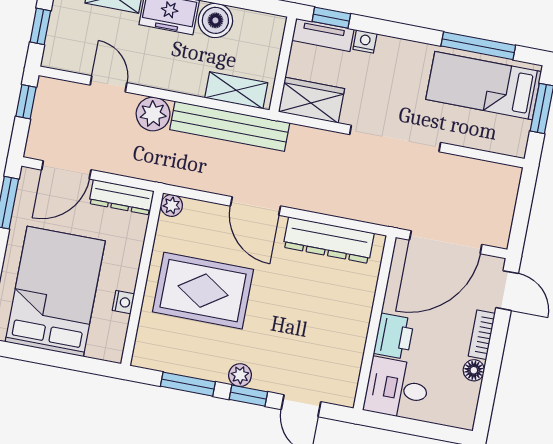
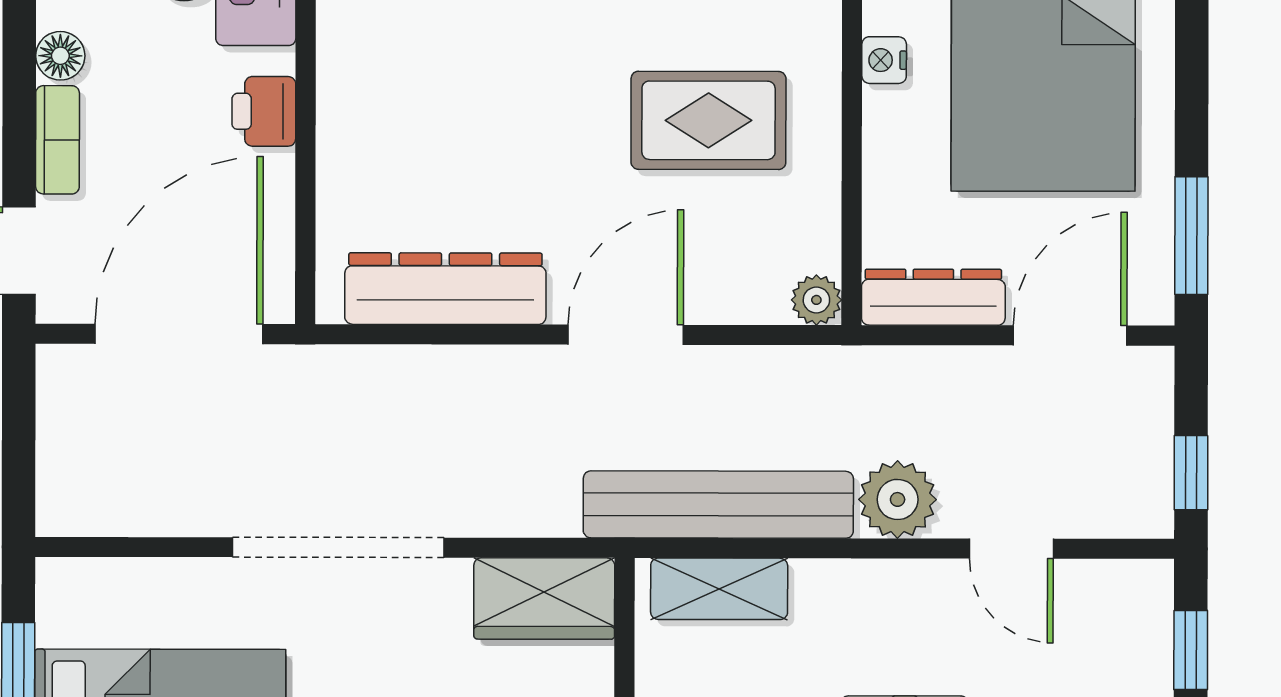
door: (256, 206) -> (626, 335), hinge flipped
rug: (203, 291) -> (708, 120), width x0.73, depth x0.70
printer: (394, 336) -> (264, 111), width x0.73, depth x0.81

